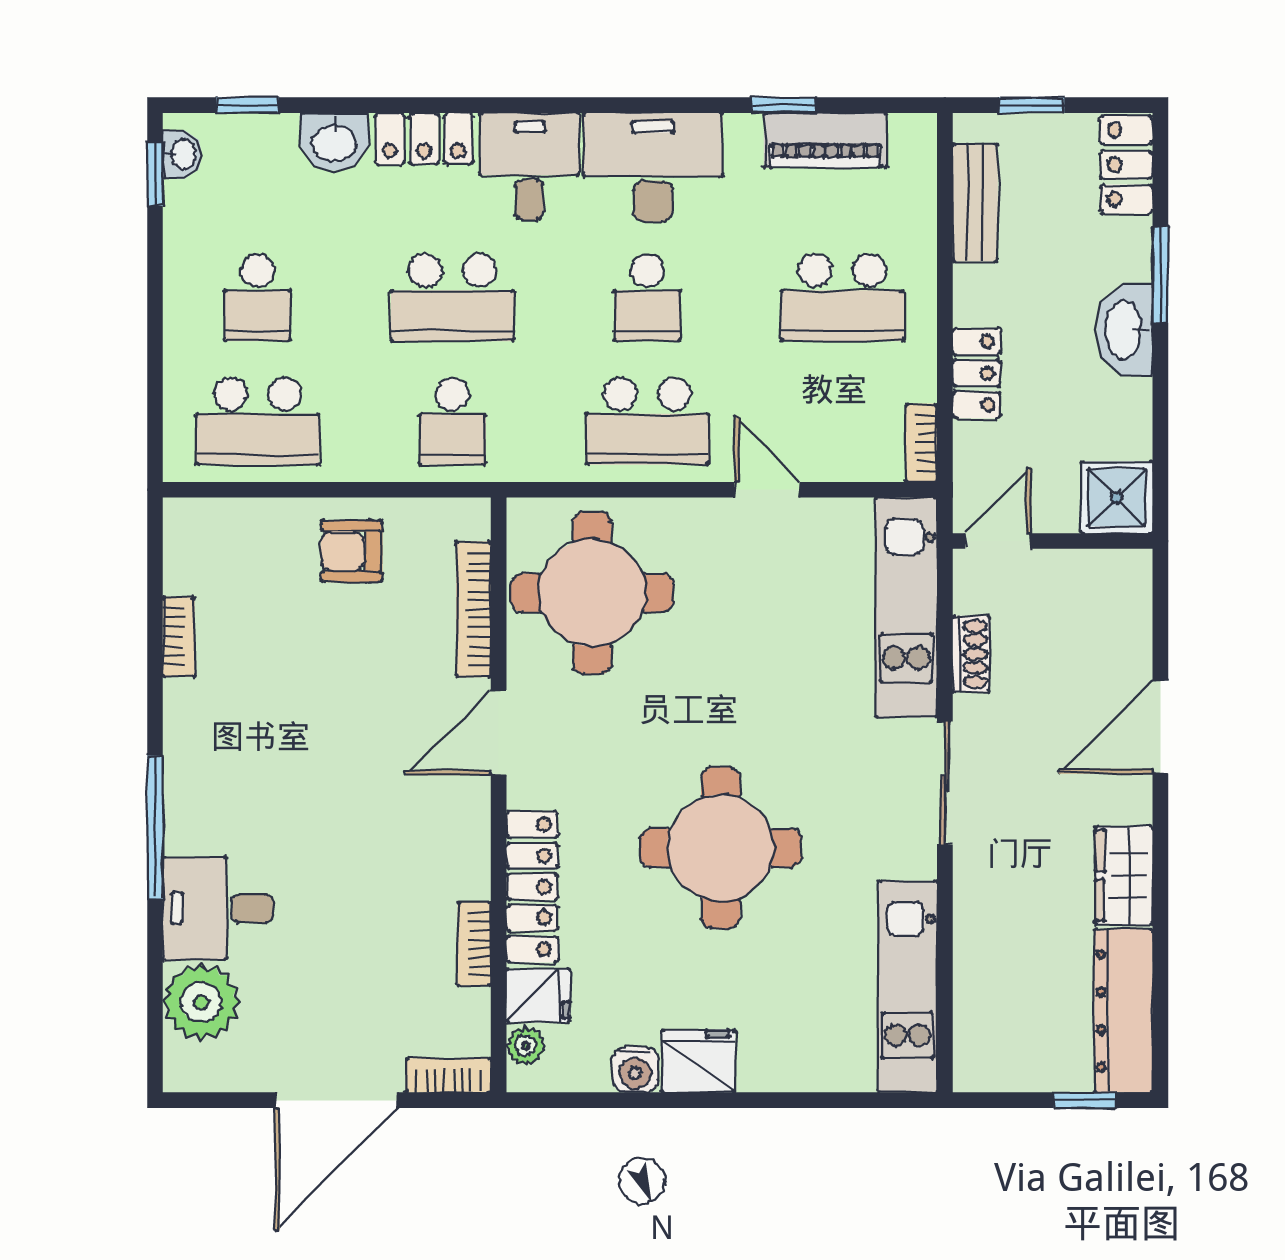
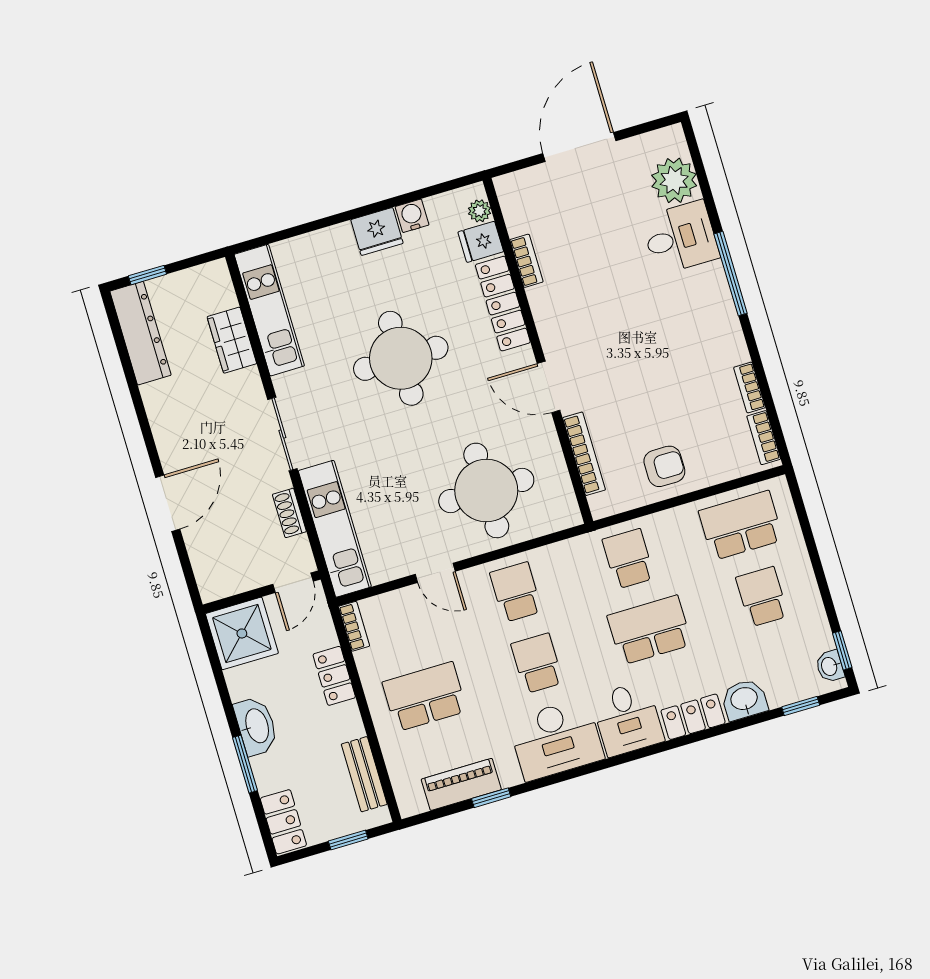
school desk: (647, 421) -> (516, 592), width x0.54
shower: (1117, 497) -> (242, 633), width x1.36, depth x1.36
round table: (592, 593) -> (486, 490), moved
door: (499, 732) -> (549, 387), swing flipped
wardrobe: (1124, 876) -> (232, 340), moved, turned 180
bookcase: (448, 1075) -> (764, 438), moved, turned 90

